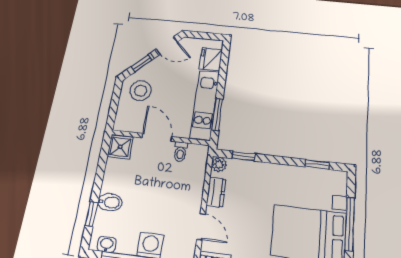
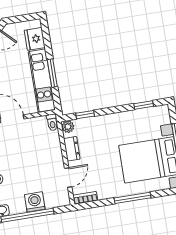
window: (217, 114) -> (52, 73), moved
toilet: (180, 152) -> (52, 122), moved
door: (201, 227) -> (68, 177), hinge flipped

